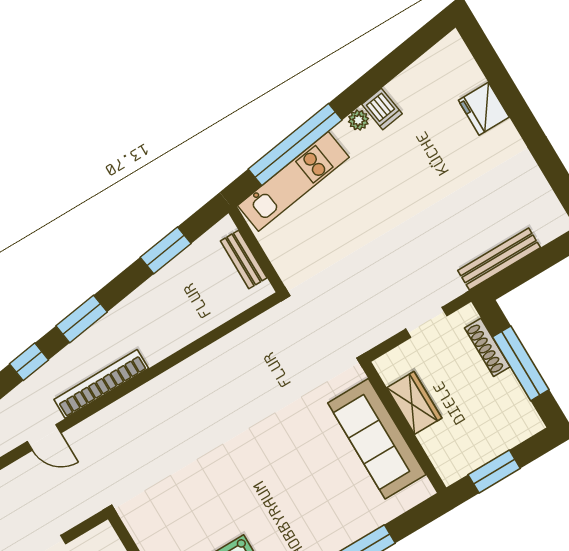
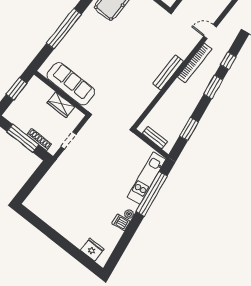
fridge: (484, 109) -> (92, 250), moved
bench: (499, 259) -> (168, 73), moved

